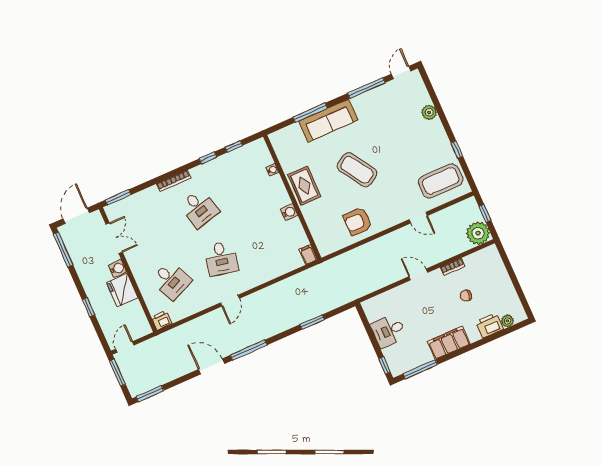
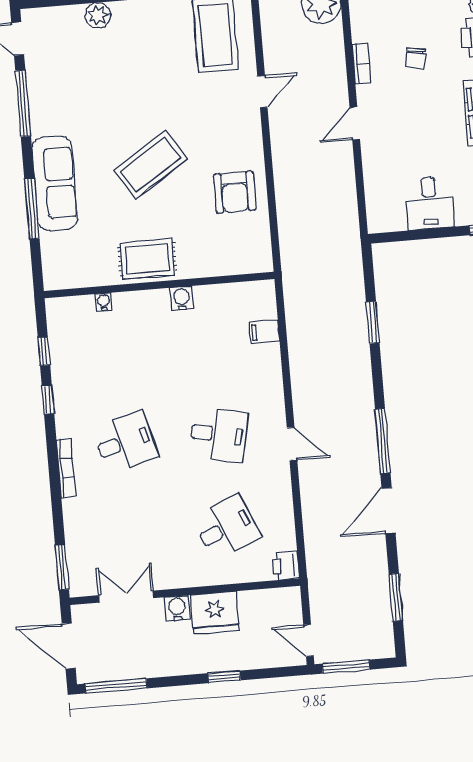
filing cabinet: (308, 255) -> (264, 332), moved
window: (150, 394) -> (396, 597), moved

